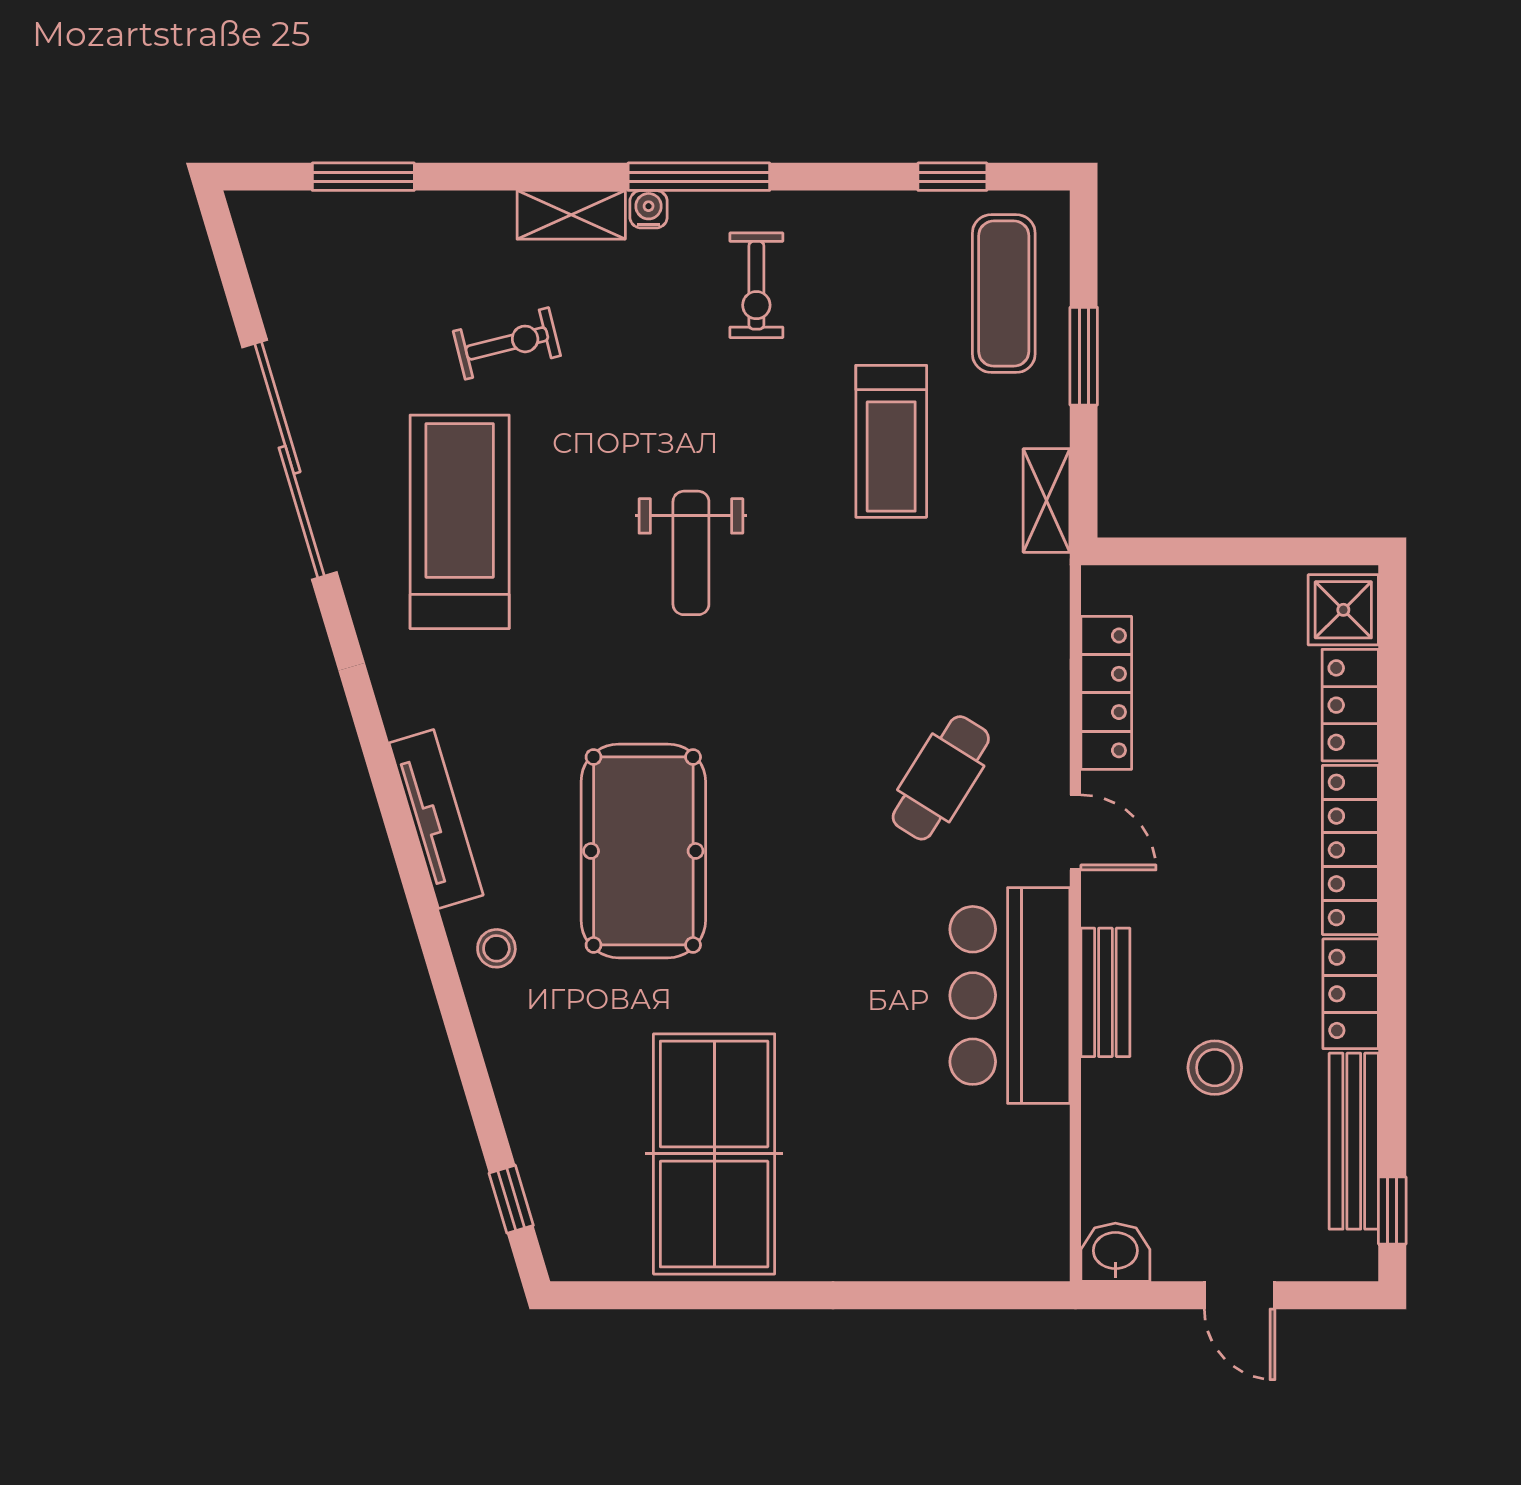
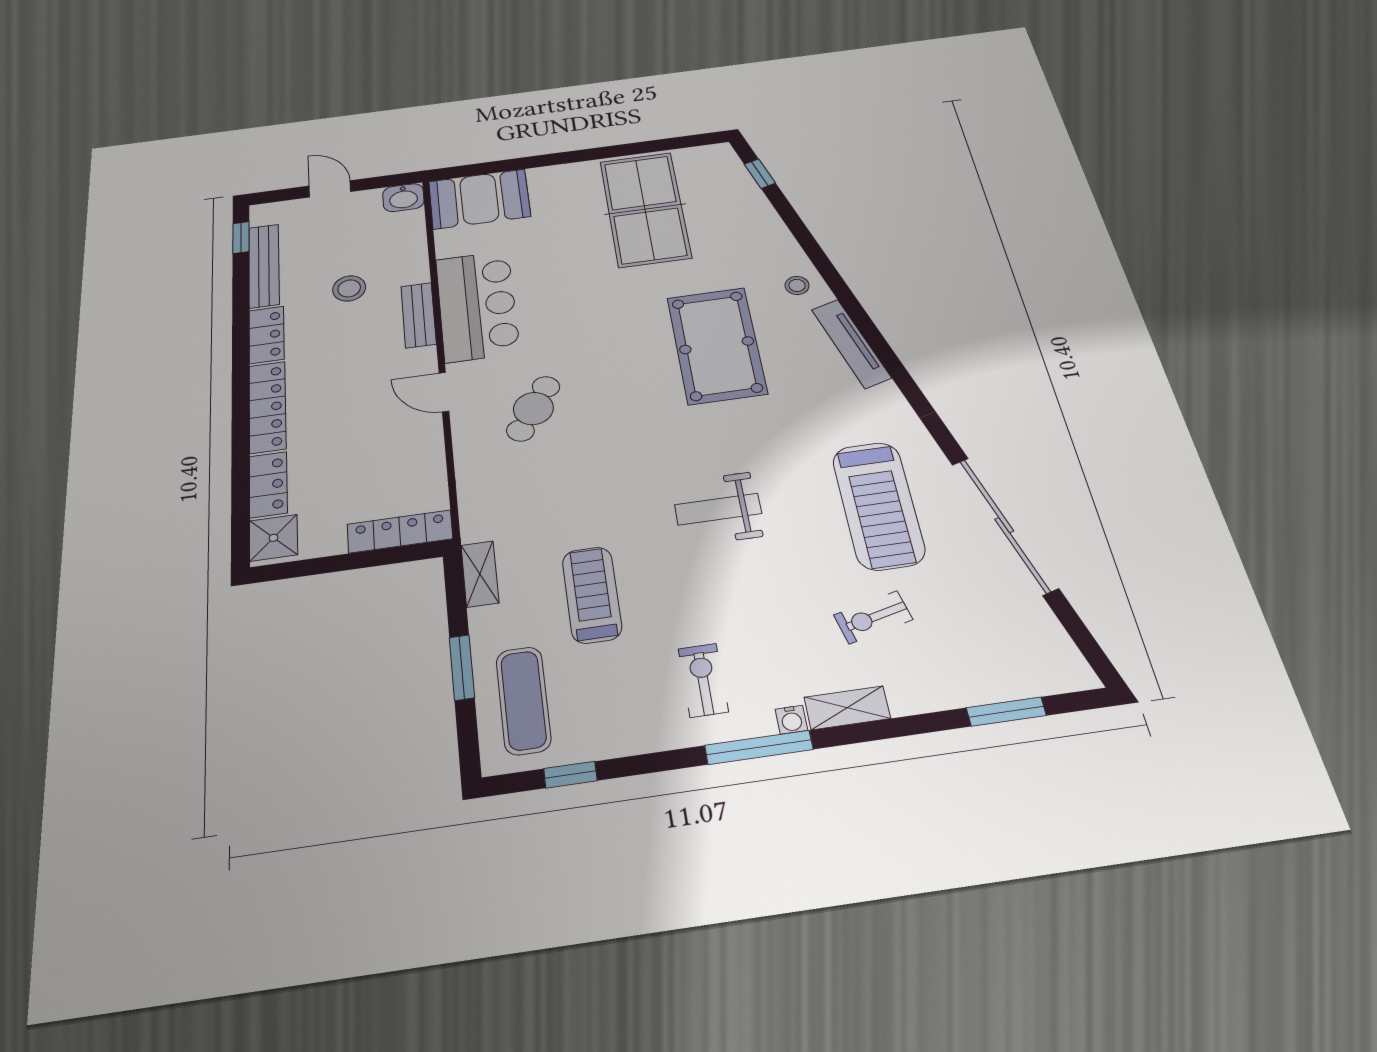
weight bench: (691, 553) -> (718, 509), turned -90
locker: (1106, 693) -> (400, 531), moved, turned 90
booth: (988, 1226) -> (479, 199), added

